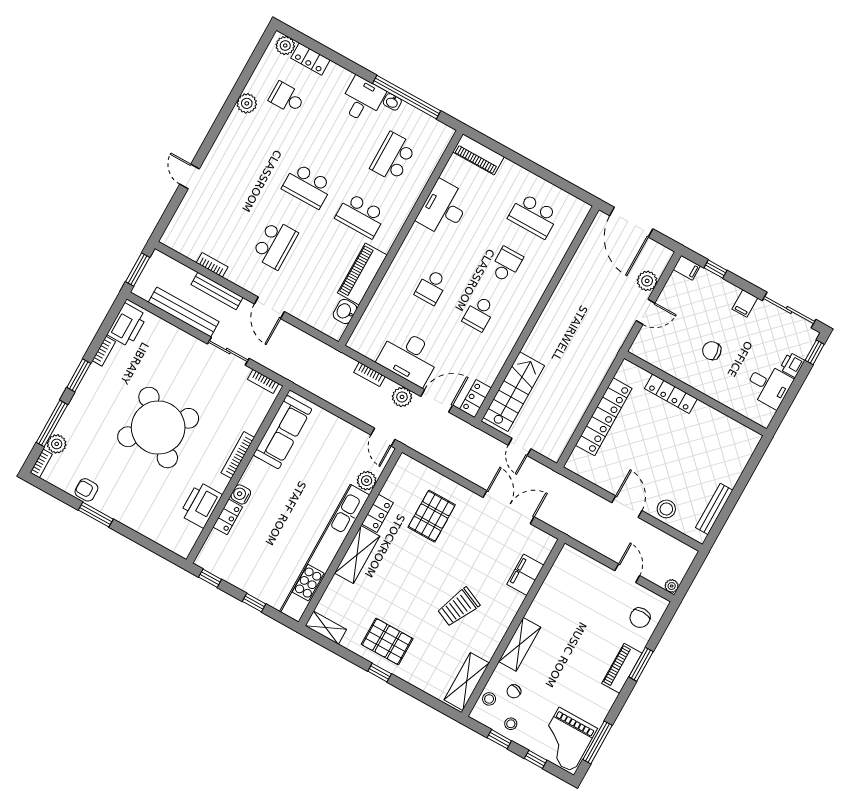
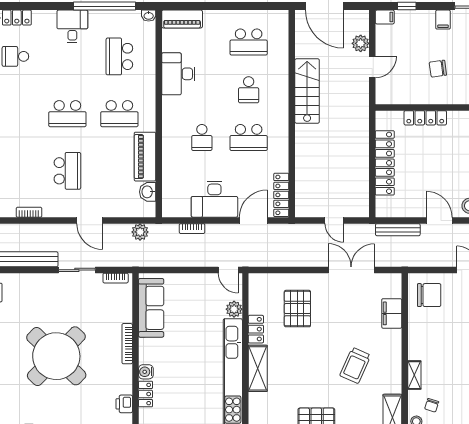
washbasin: (392, 102) -> (149, 16), moved
school desk: (506, 265) -> (249, 90), turned 180
bench: (217, 291) -> (398, 230), moved
school desk: (479, 313) -> (249, 138), width x1.85
stairs: (514, 392) -> (307, 91), moved
plant: (402, 397) -> (140, 232), moved
locker: (475, 399) -> (281, 195), width x1.53
printer: (201, 505) -> (124, 404), width x0.53, depth x0.68
chair: (574, 577) -> (429, 295), added
shelving: (520, 644) -> (414, 375), width x0.67, depth x0.75

